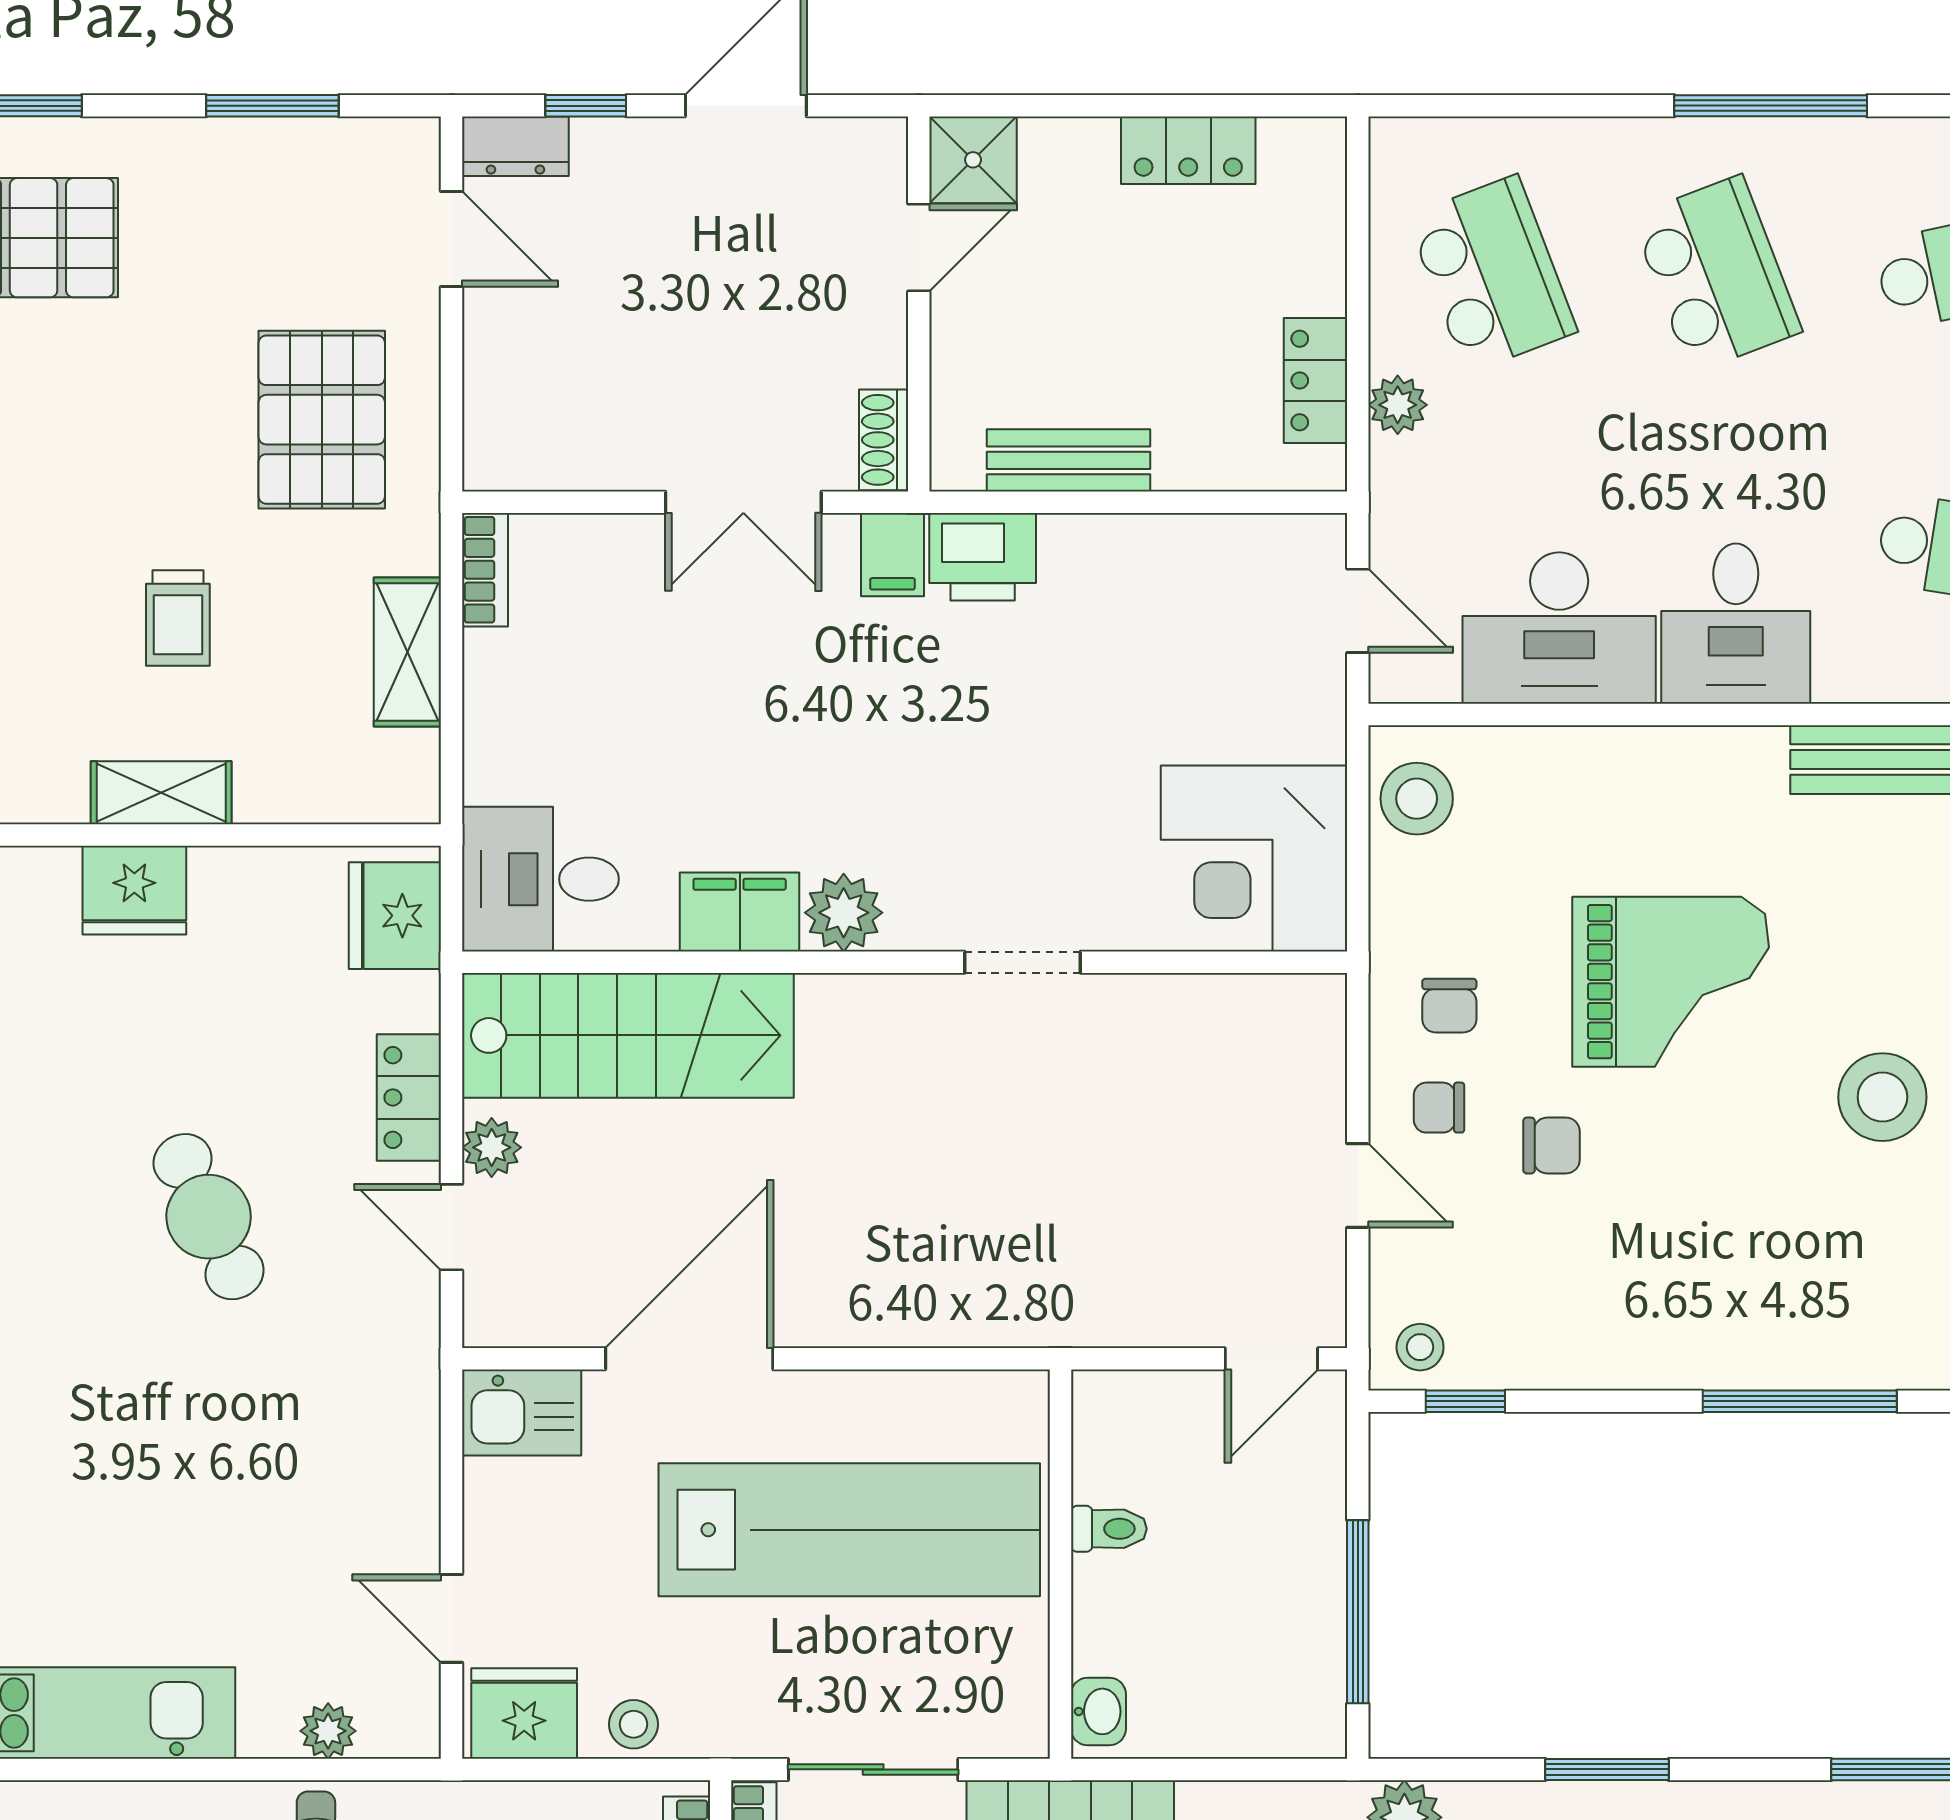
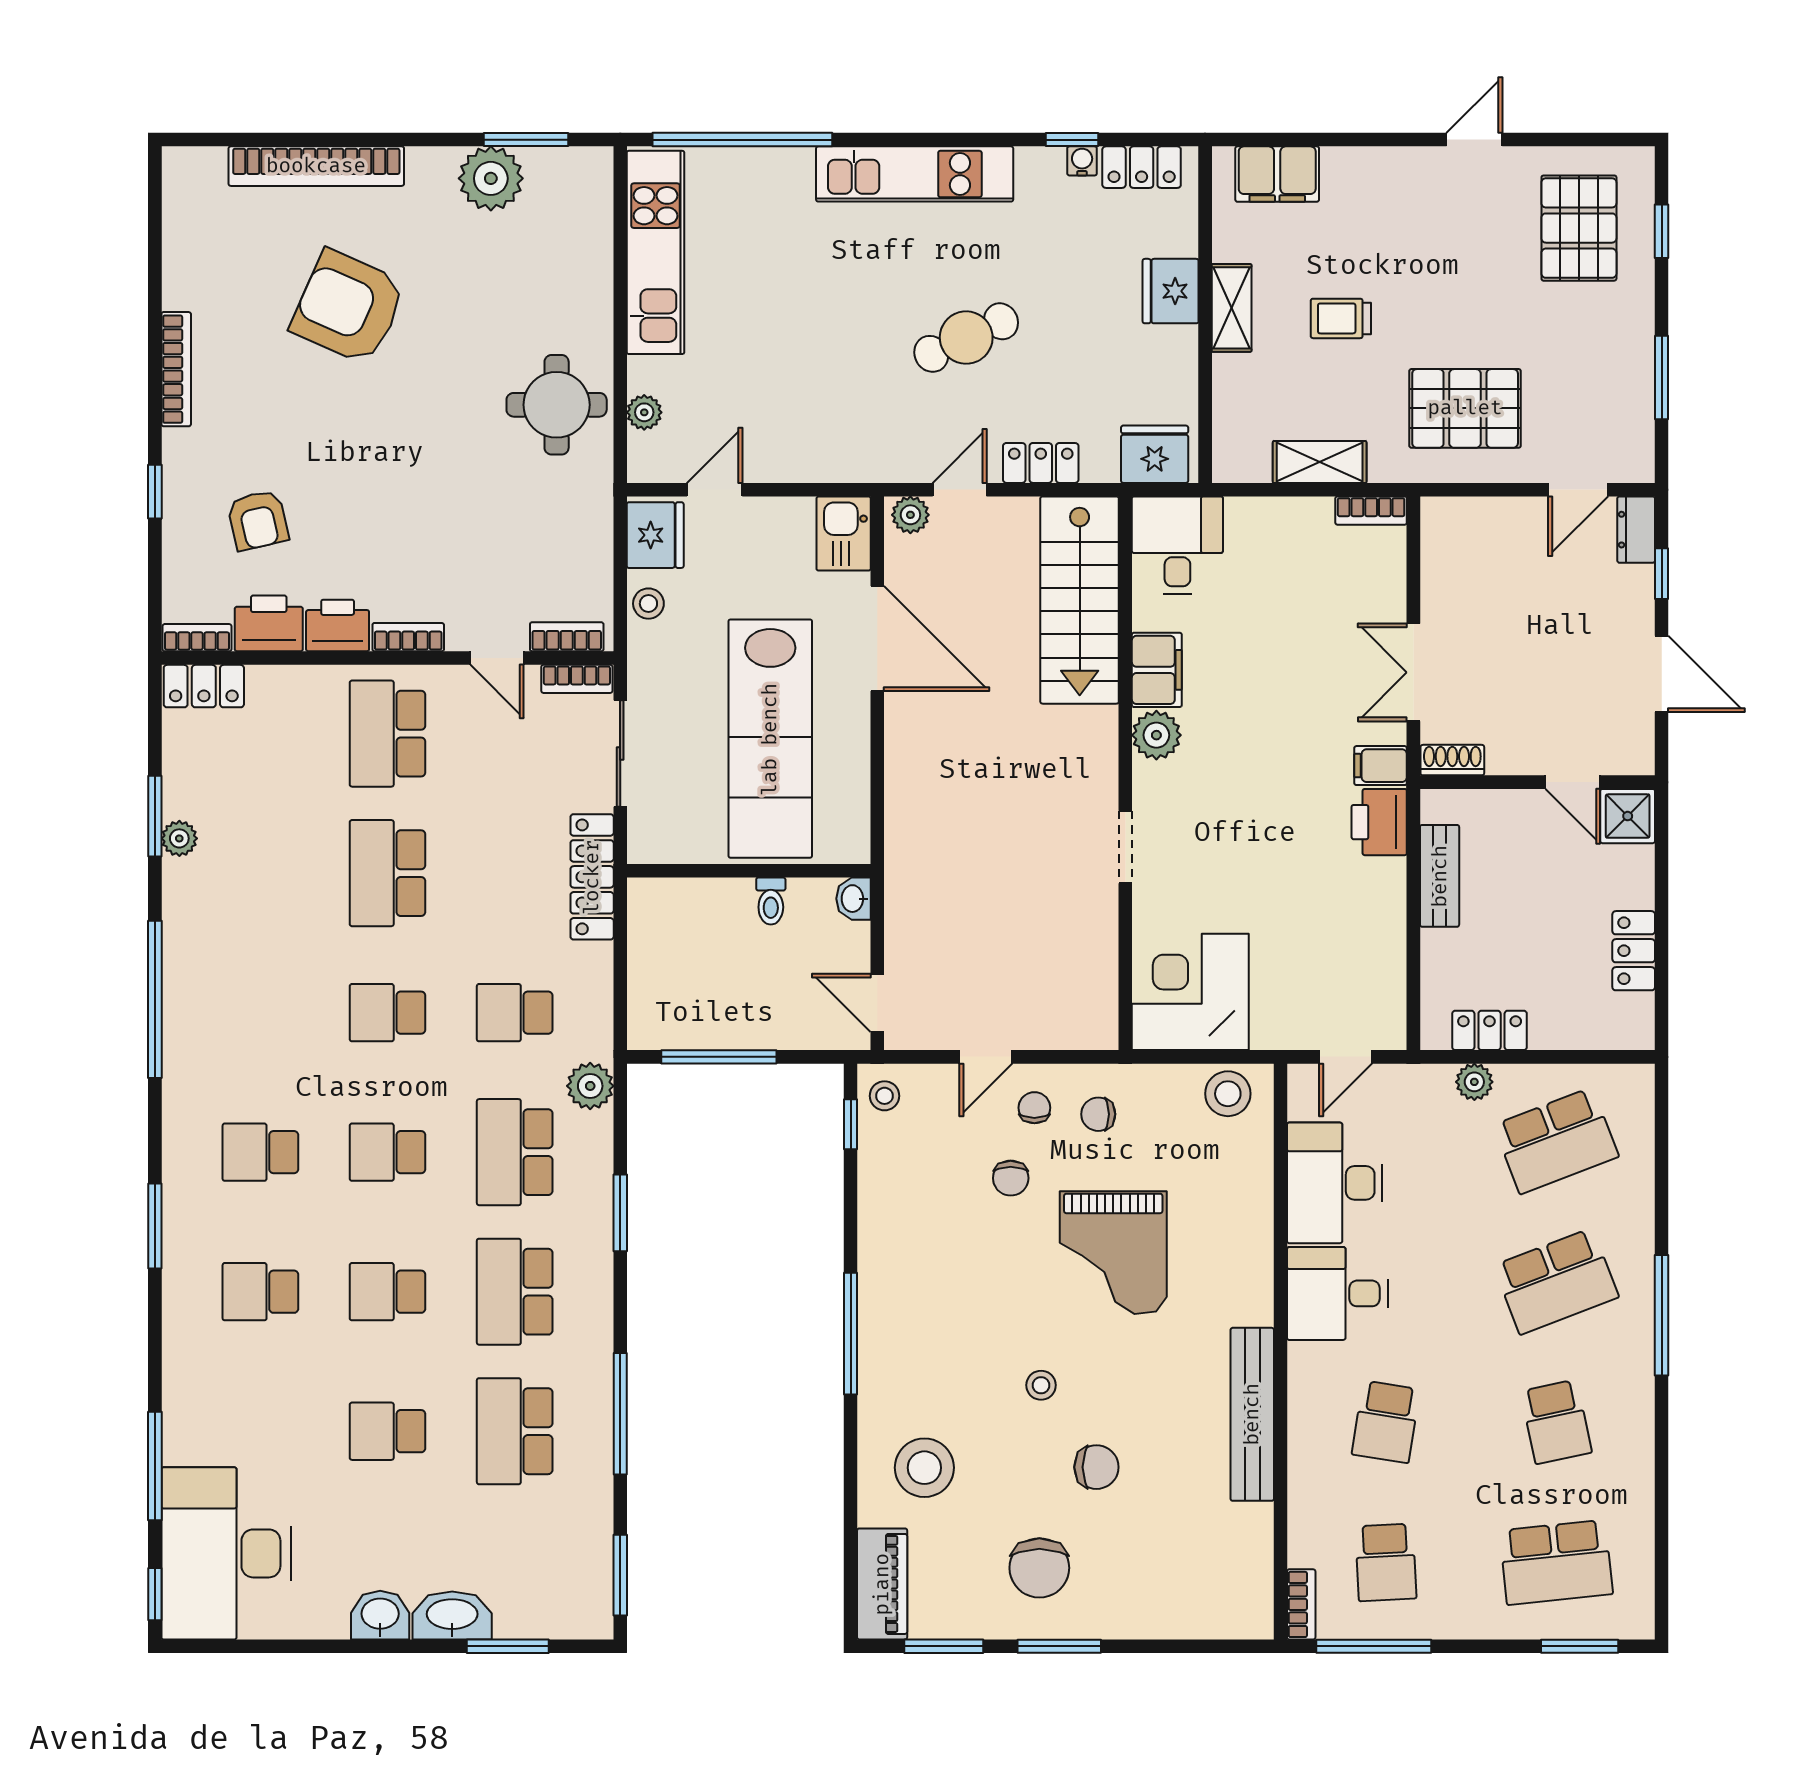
stool: (1882, 1097) -> (1041, 1385), width x0.53, depth x0.53
plant: (492, 1147) -> (910, 515), moved
washbasin: (1098, 1711) -> (853, 899), moved, turned 90

